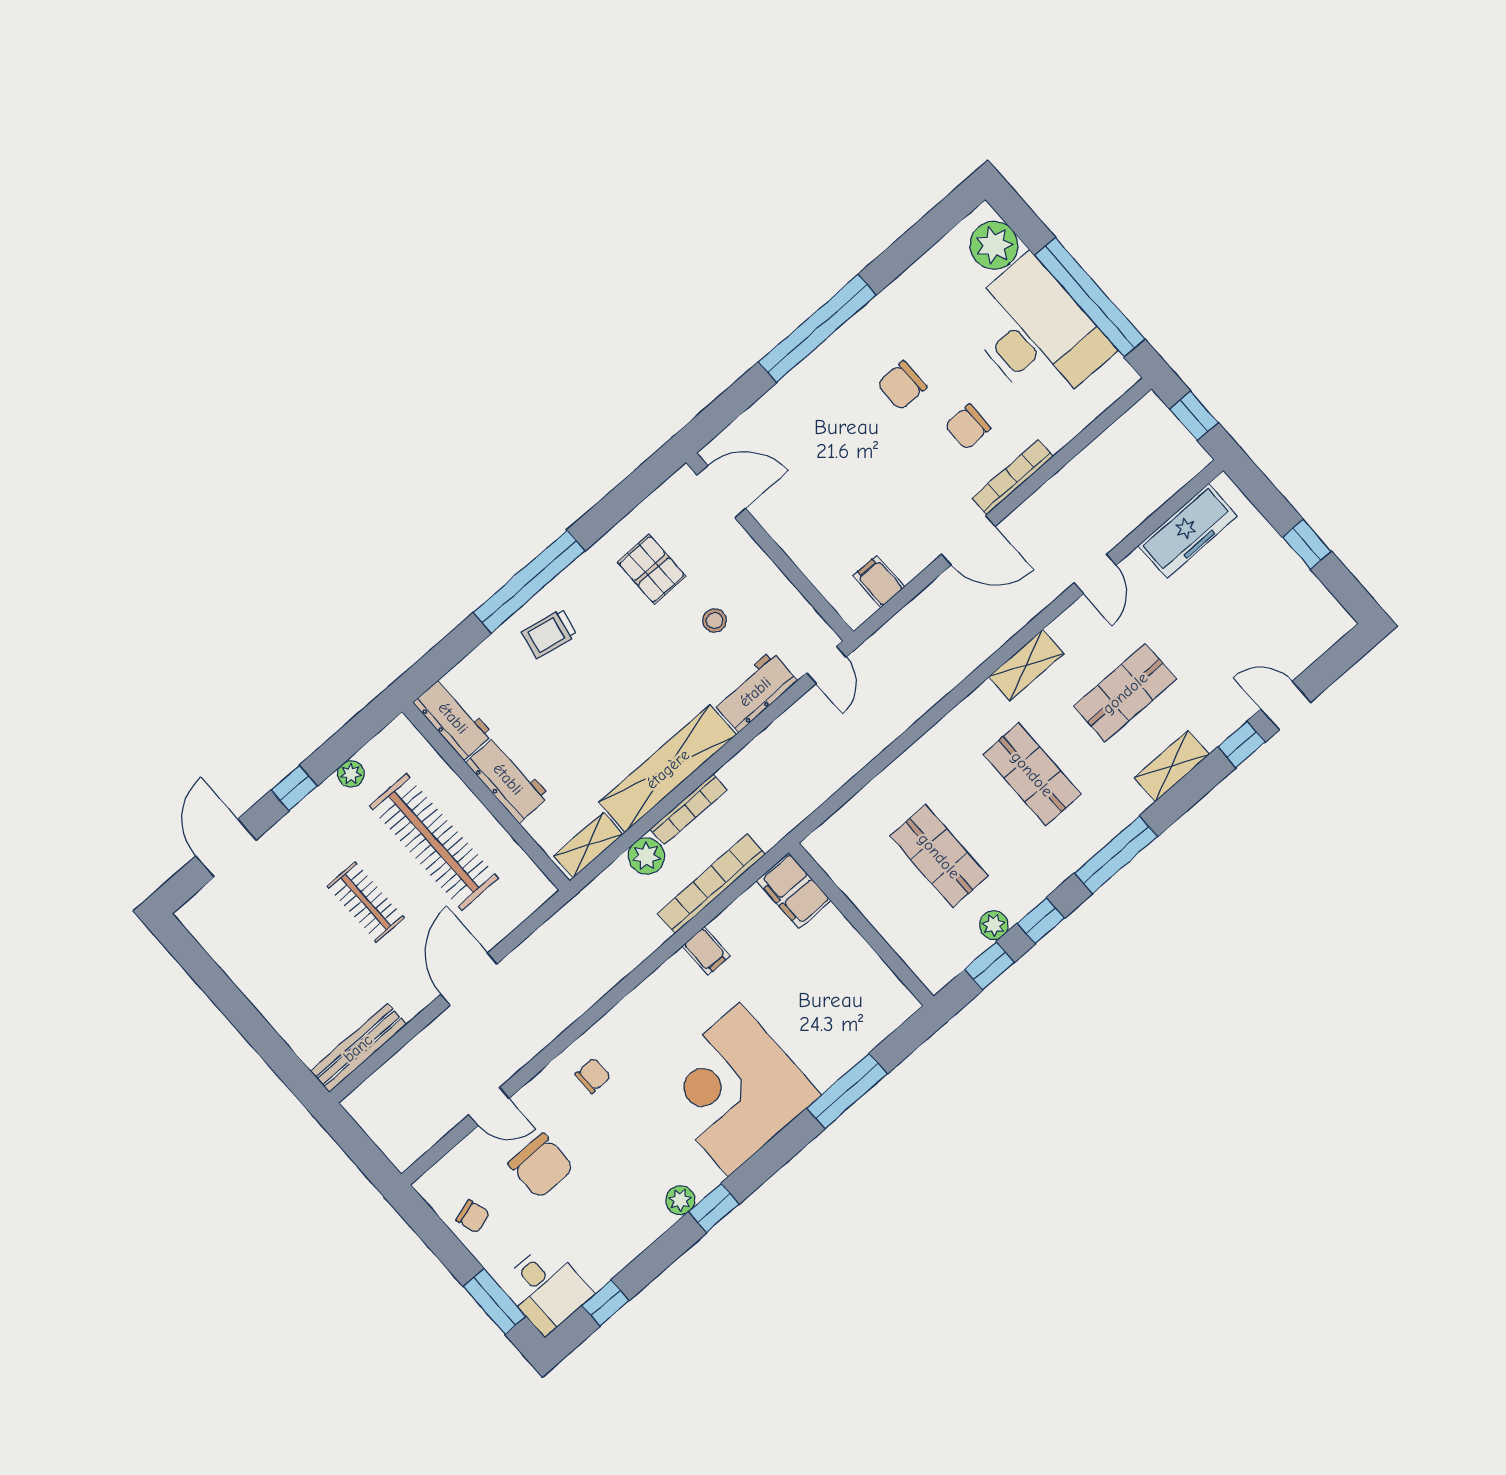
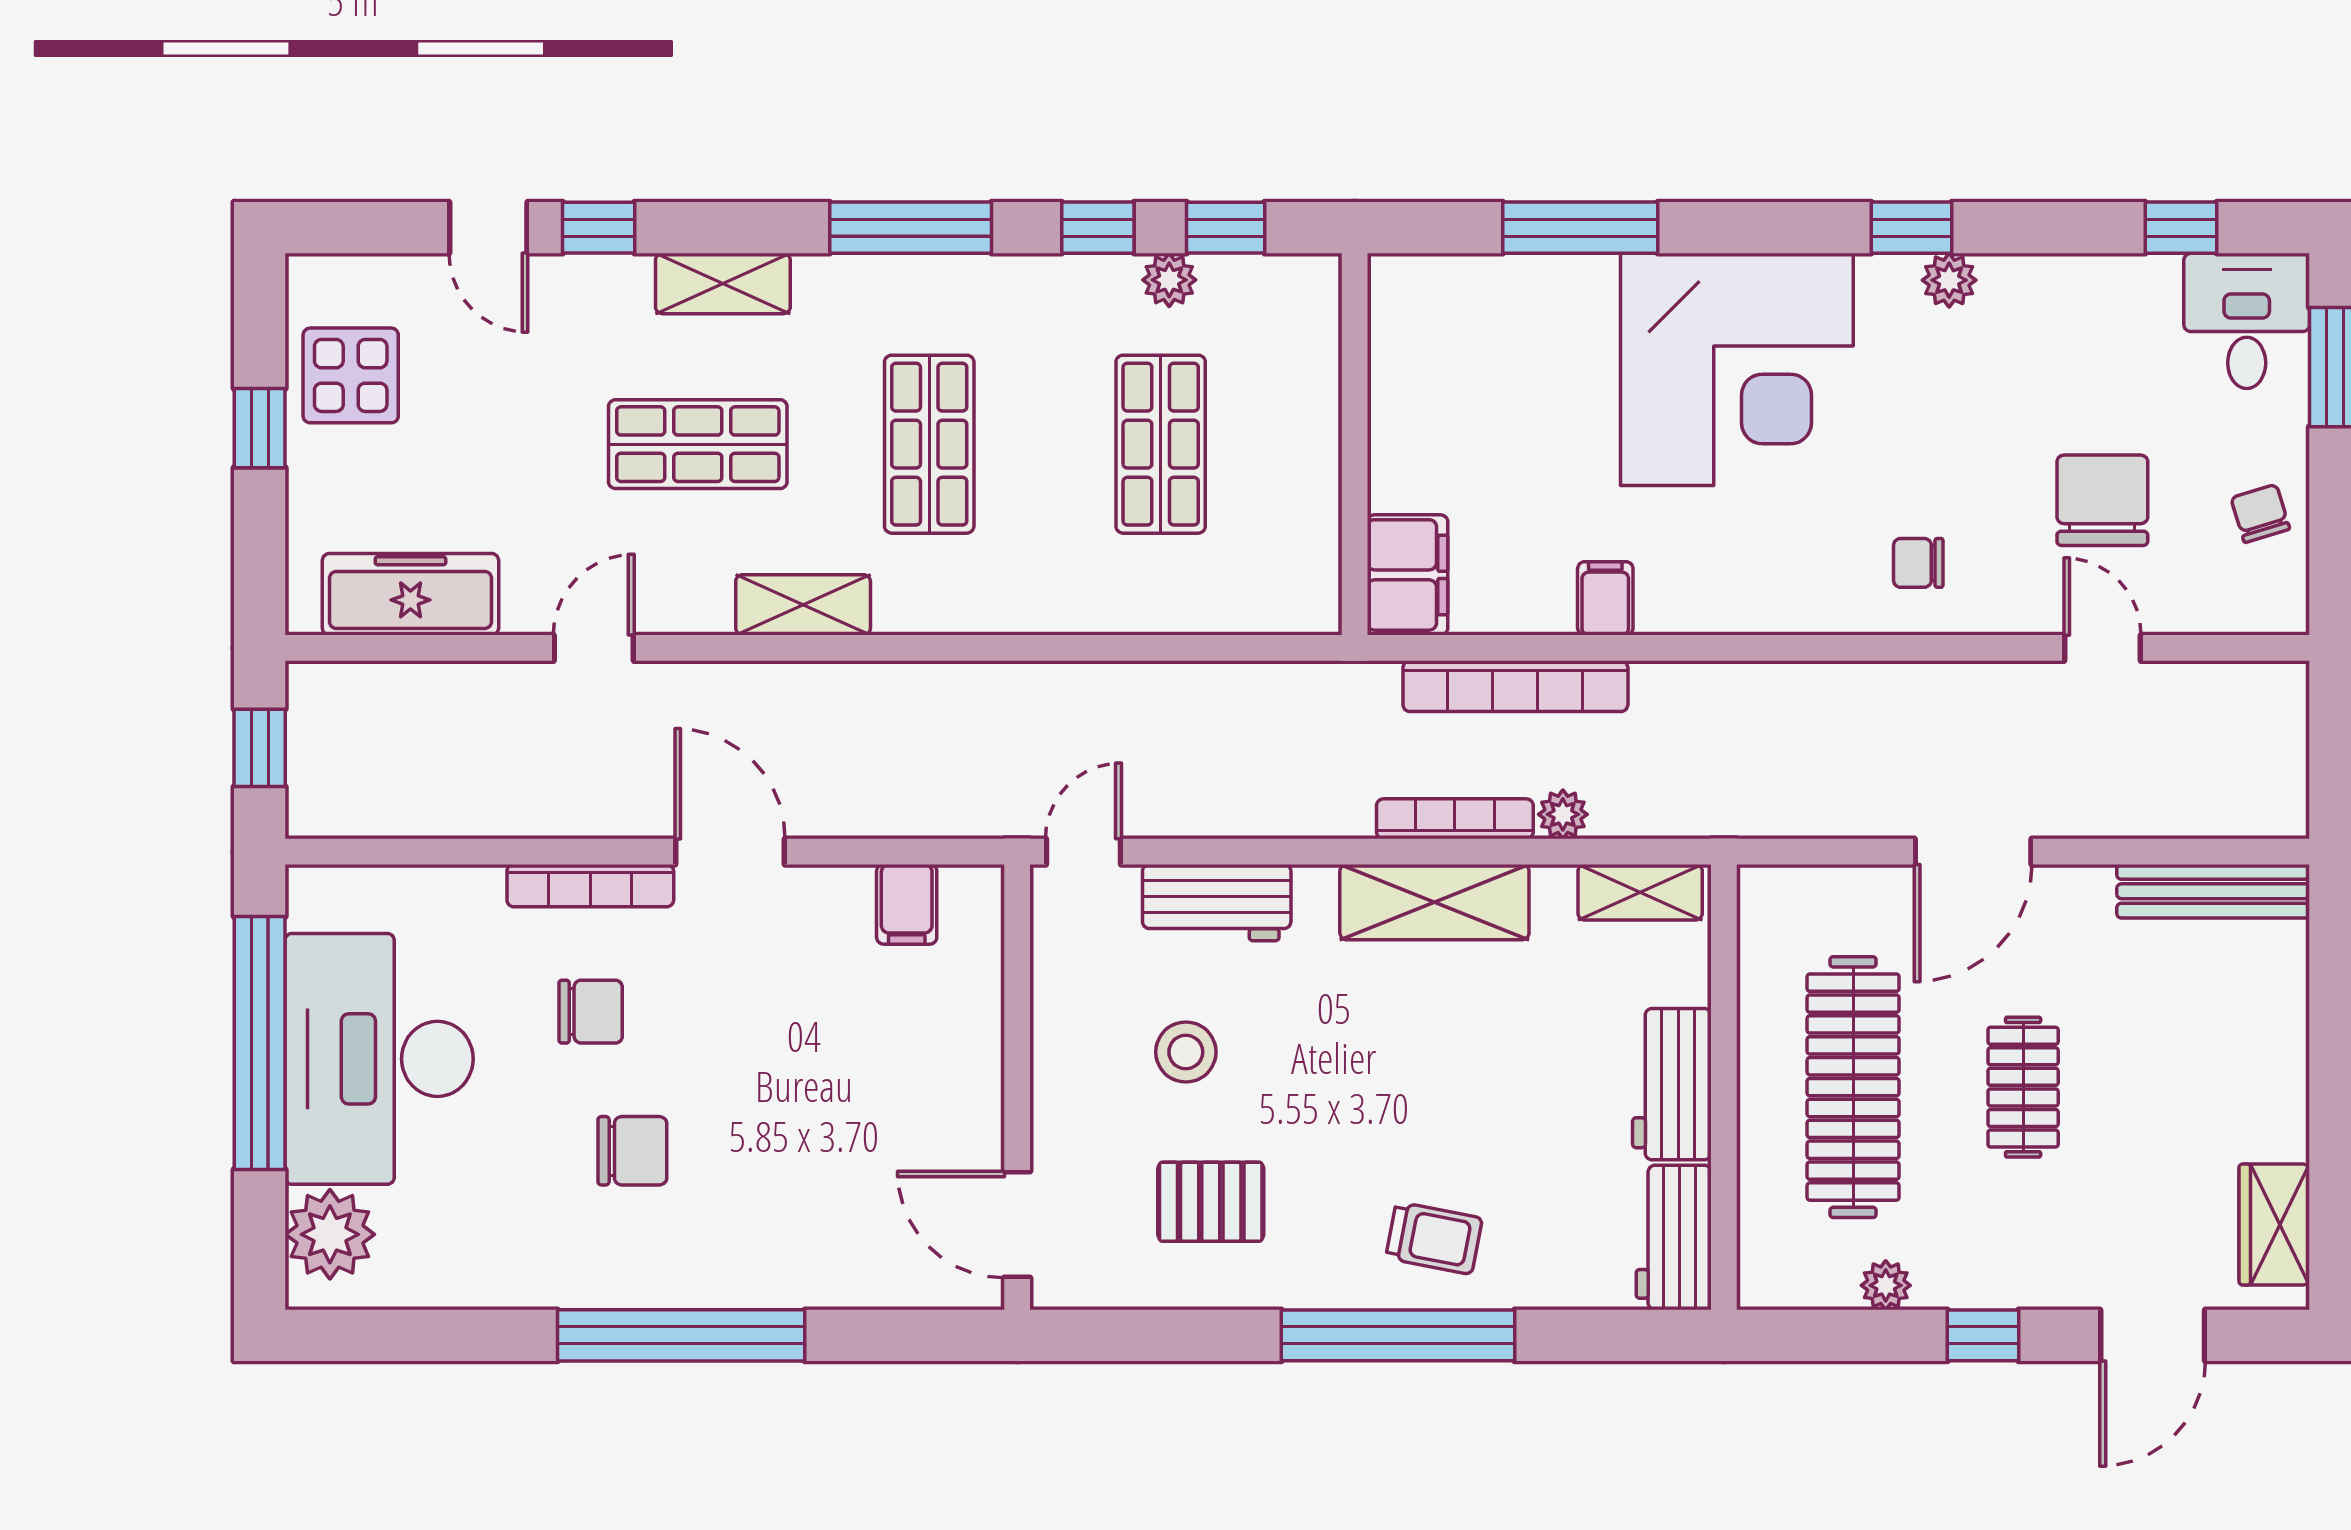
pallet: (652, 569) -> (1211, 1202), turned 90
display table: (1289, 598) -> (351, 375), added
stool: (714, 621) -> (1186, 1052), width x1.37, depth x1.37
shelving: (668, 769) -> (1434, 902), width x0.68
plant: (646, 856) -> (1563, 814), width x0.73, depth x0.73
wardrobe: (216, 935) -> (2274, 1225), added

